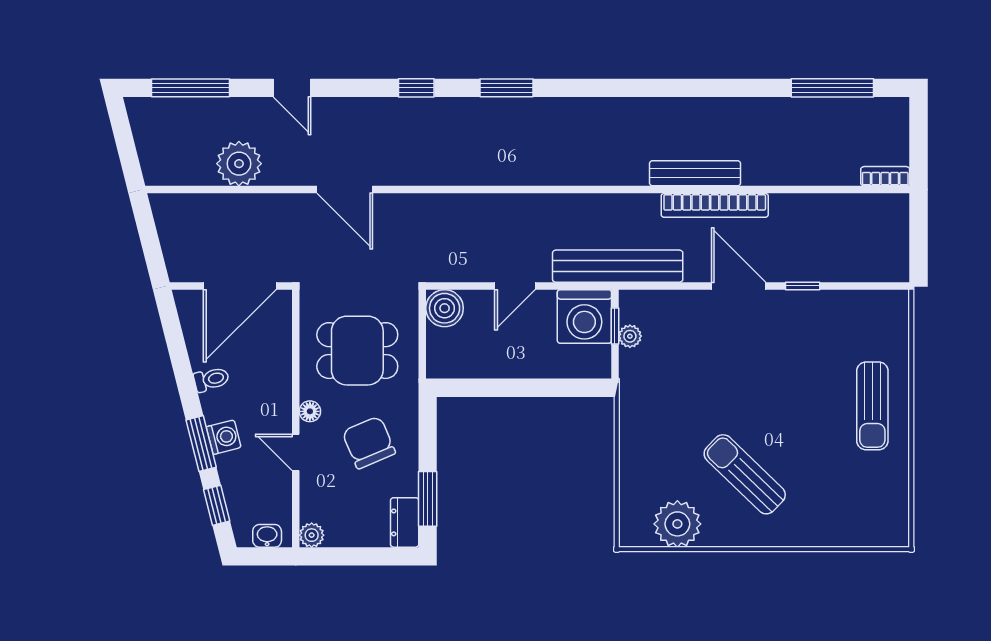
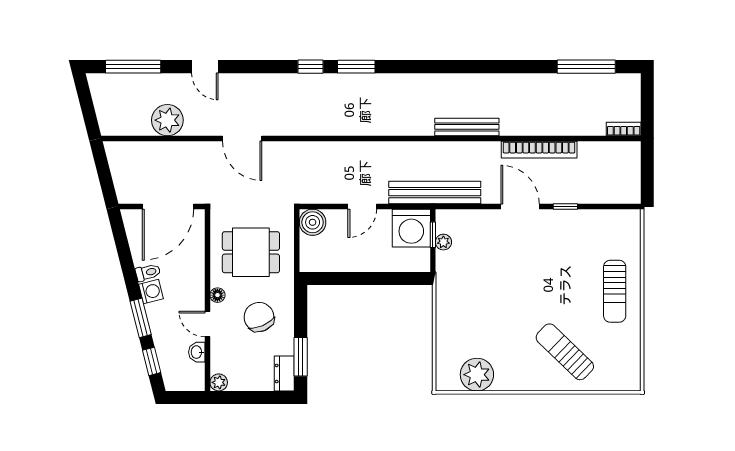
window: (416, 88) -> (310, 67), moved
bench: (695, 173) -> (467, 127), moved
bookcase: (715, 205) -> (539, 150), moved
washing machine: (224, 437) -> (151, 291), moved
sun lounger: (745, 474) -> (565, 352), moved
washbasin: (267, 536) -> (197, 352), moved, turned -90

